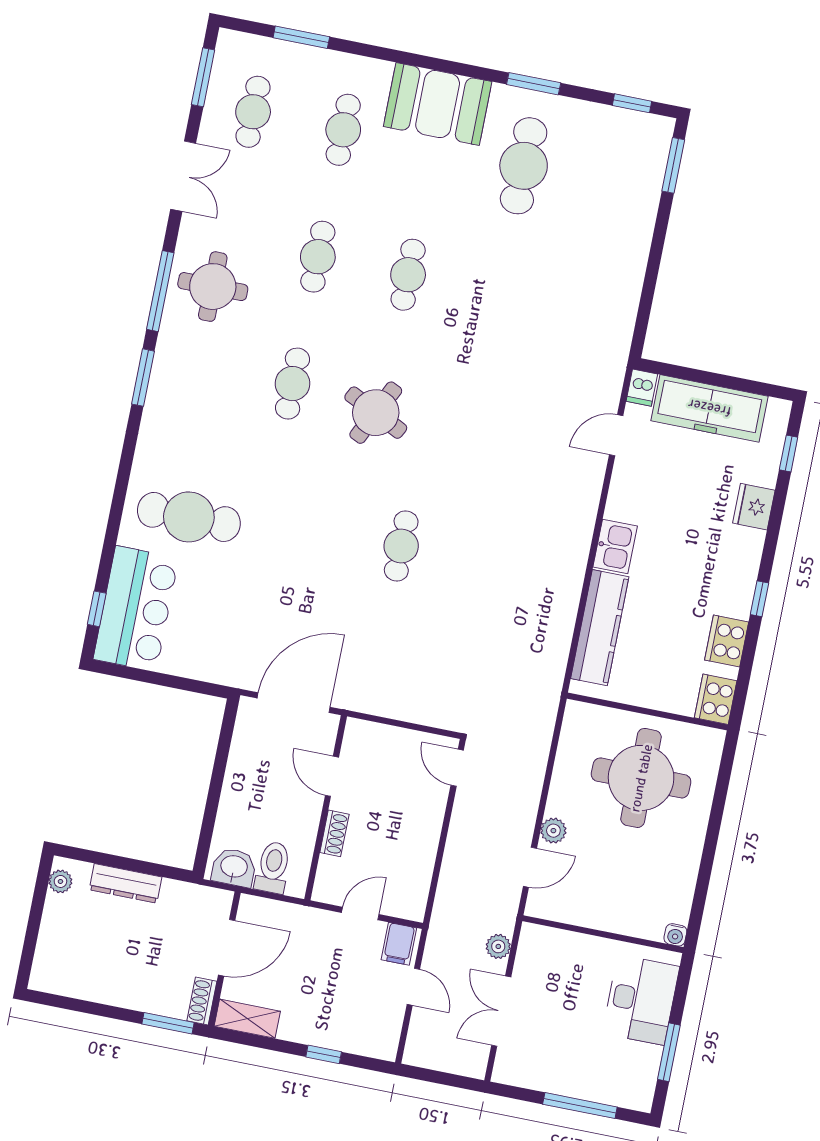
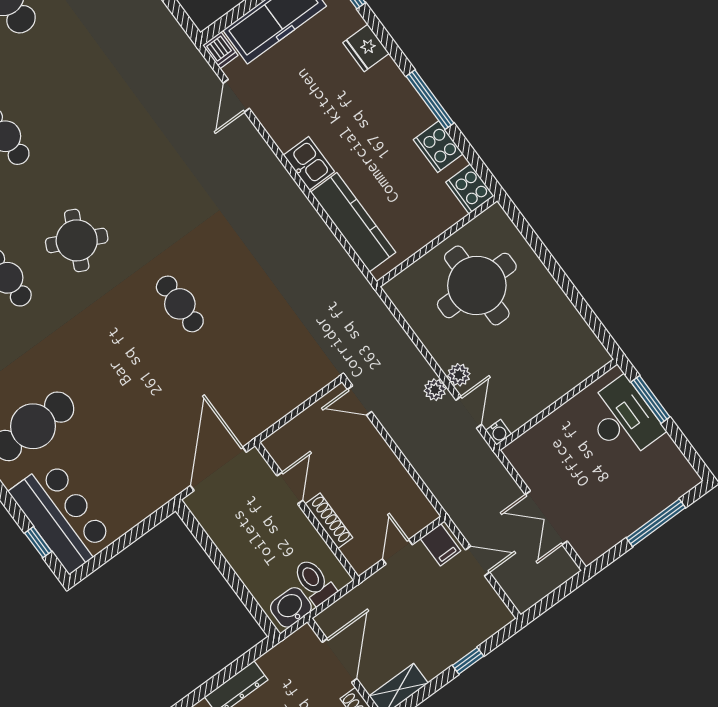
window: (760, 599) -> (430, 100), width x2.17
door: (332, 776) -> (290, 488), swing flipped
shoe rack: (334, 833) -> (329, 521), width x1.43
water cooler: (675, 935) -> (499, 432), moved
plant: (498, 946) -> (435, 390), moved
window: (669, 1052) -> (650, 400), moved

